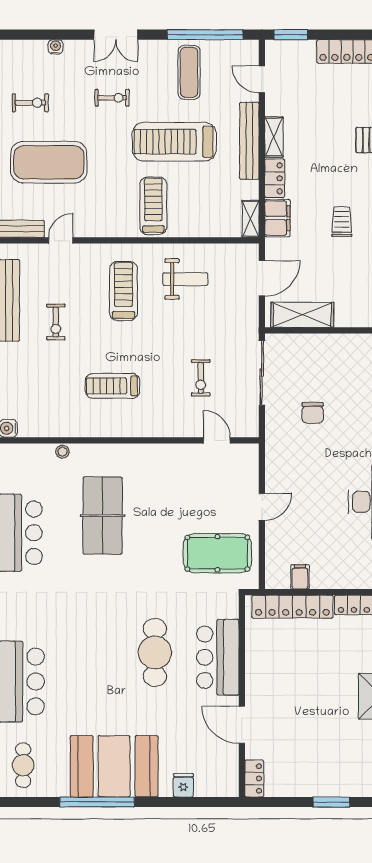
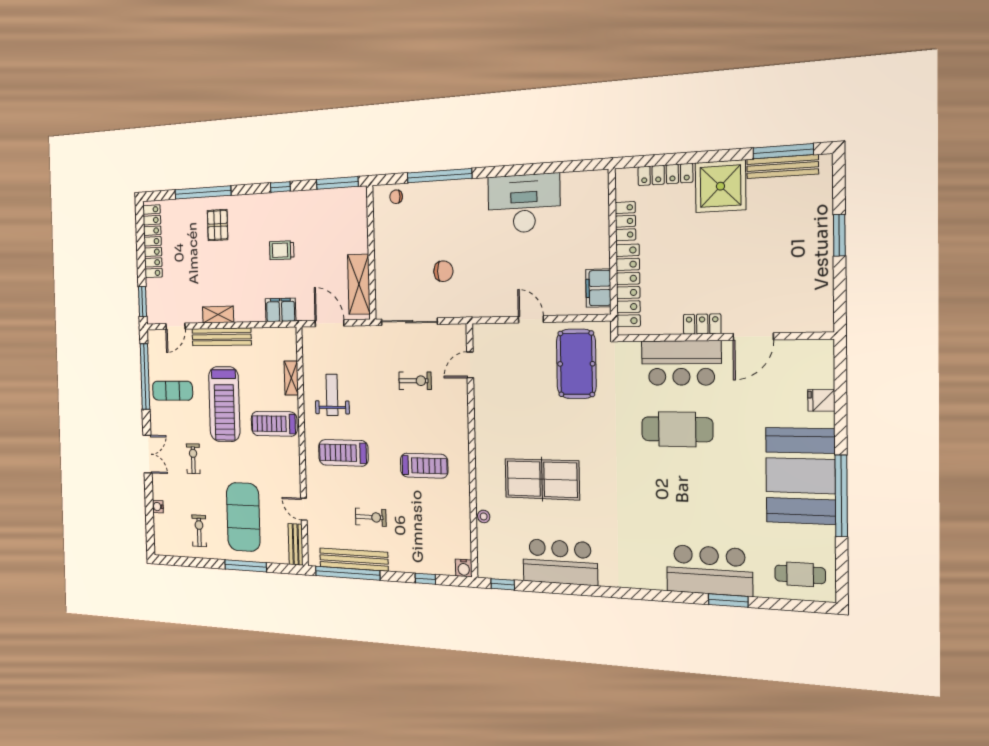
locker: (275, 178) -> (249, 313), removed
shelving: (250, 219) -> (291, 378), moved, turned 90
treadmill: (113, 386) -> (424, 466), turned -90
filing cabinet: (300, 577) -> (598, 288), width x2.00
locker: (254, 778) -> (702, 324), moved

